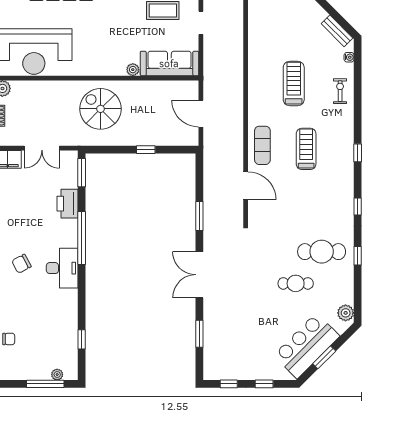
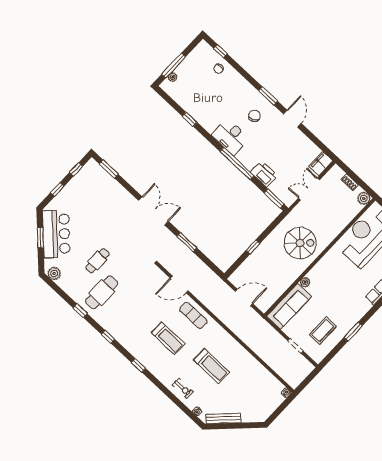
bench: (337, 31) -> (223, 418), width x1.36
window: (199, 334) -> (109, 169), moved
window: (82, 339) -> (190, 119), moved

